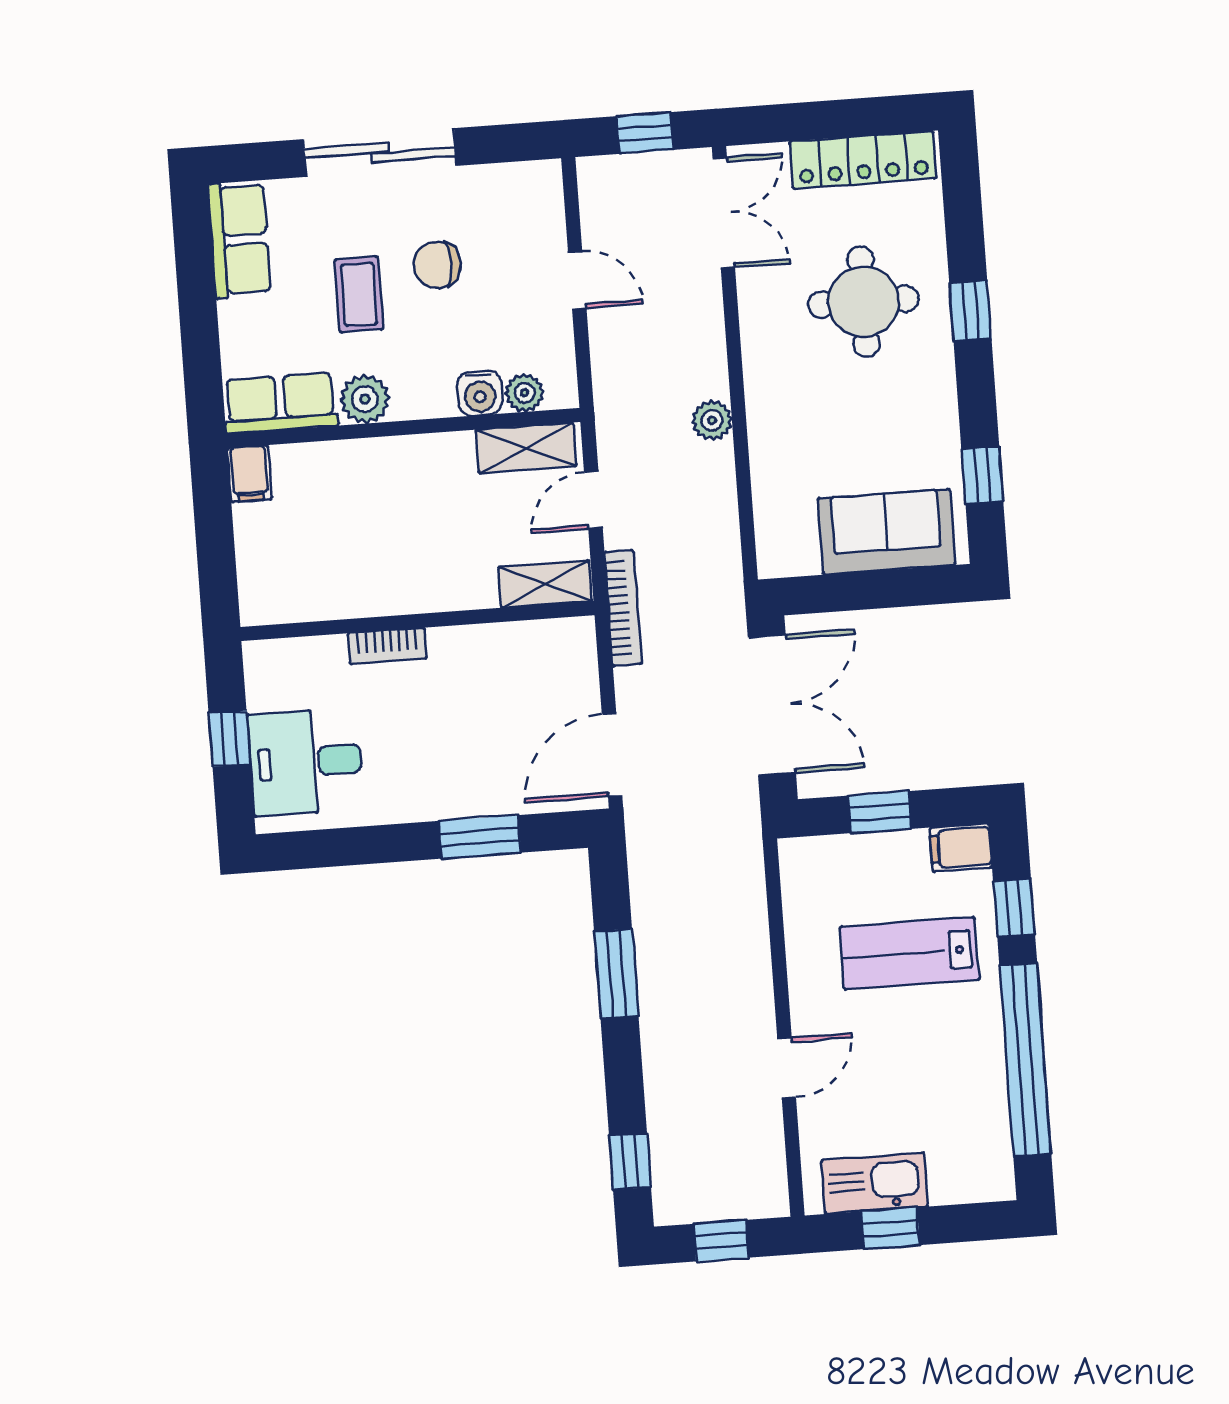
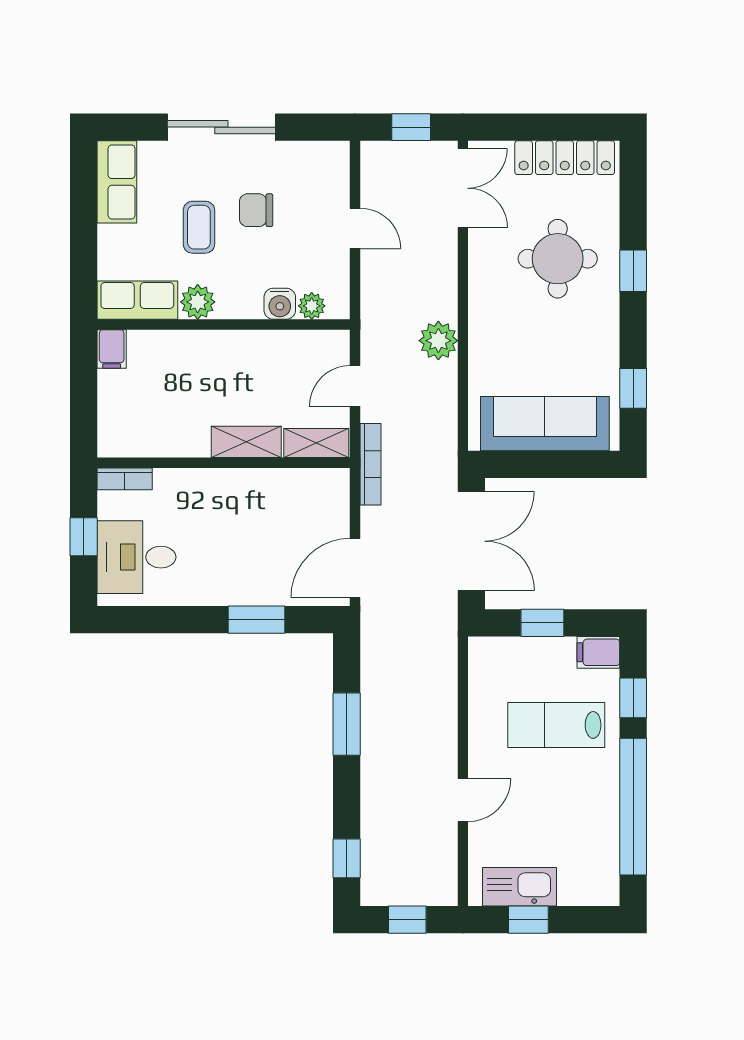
plant: (712, 420) -> (438, 341), width x1.38, depth x1.38
shelving: (526, 448) -> (246, 442), moved
sofa: (886, 532) -> (545, 424), width x1.36
bookcase: (387, 646) -> (125, 479), moved

